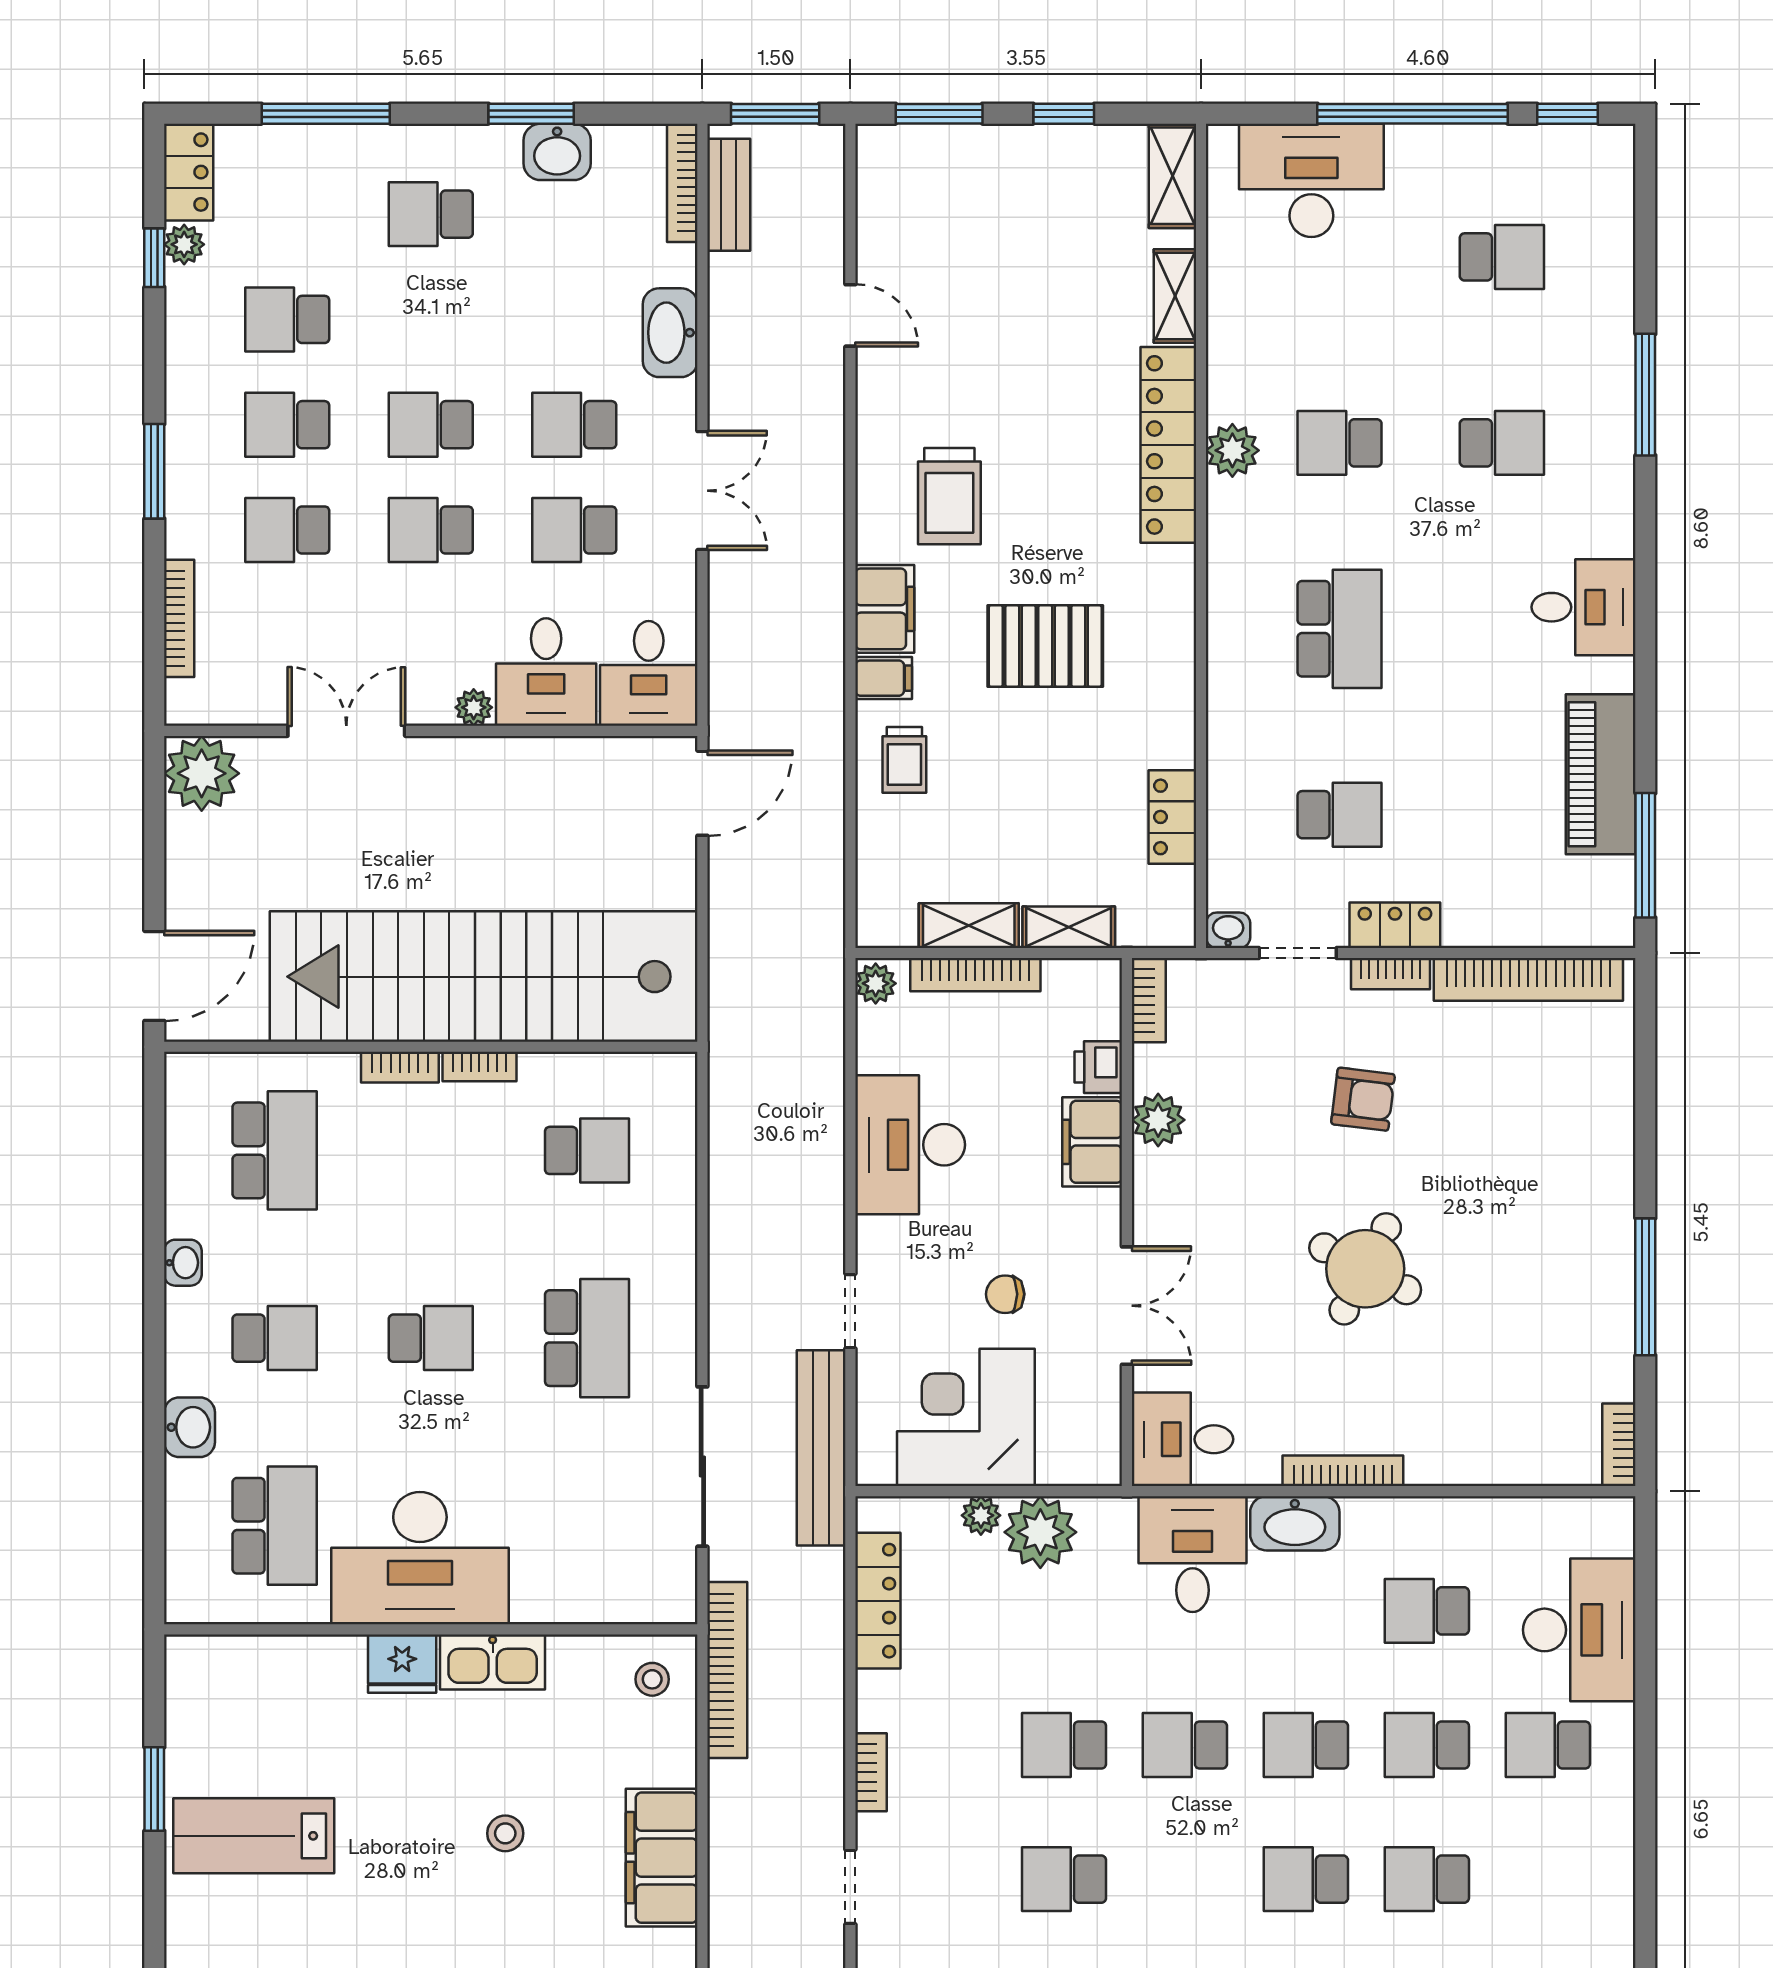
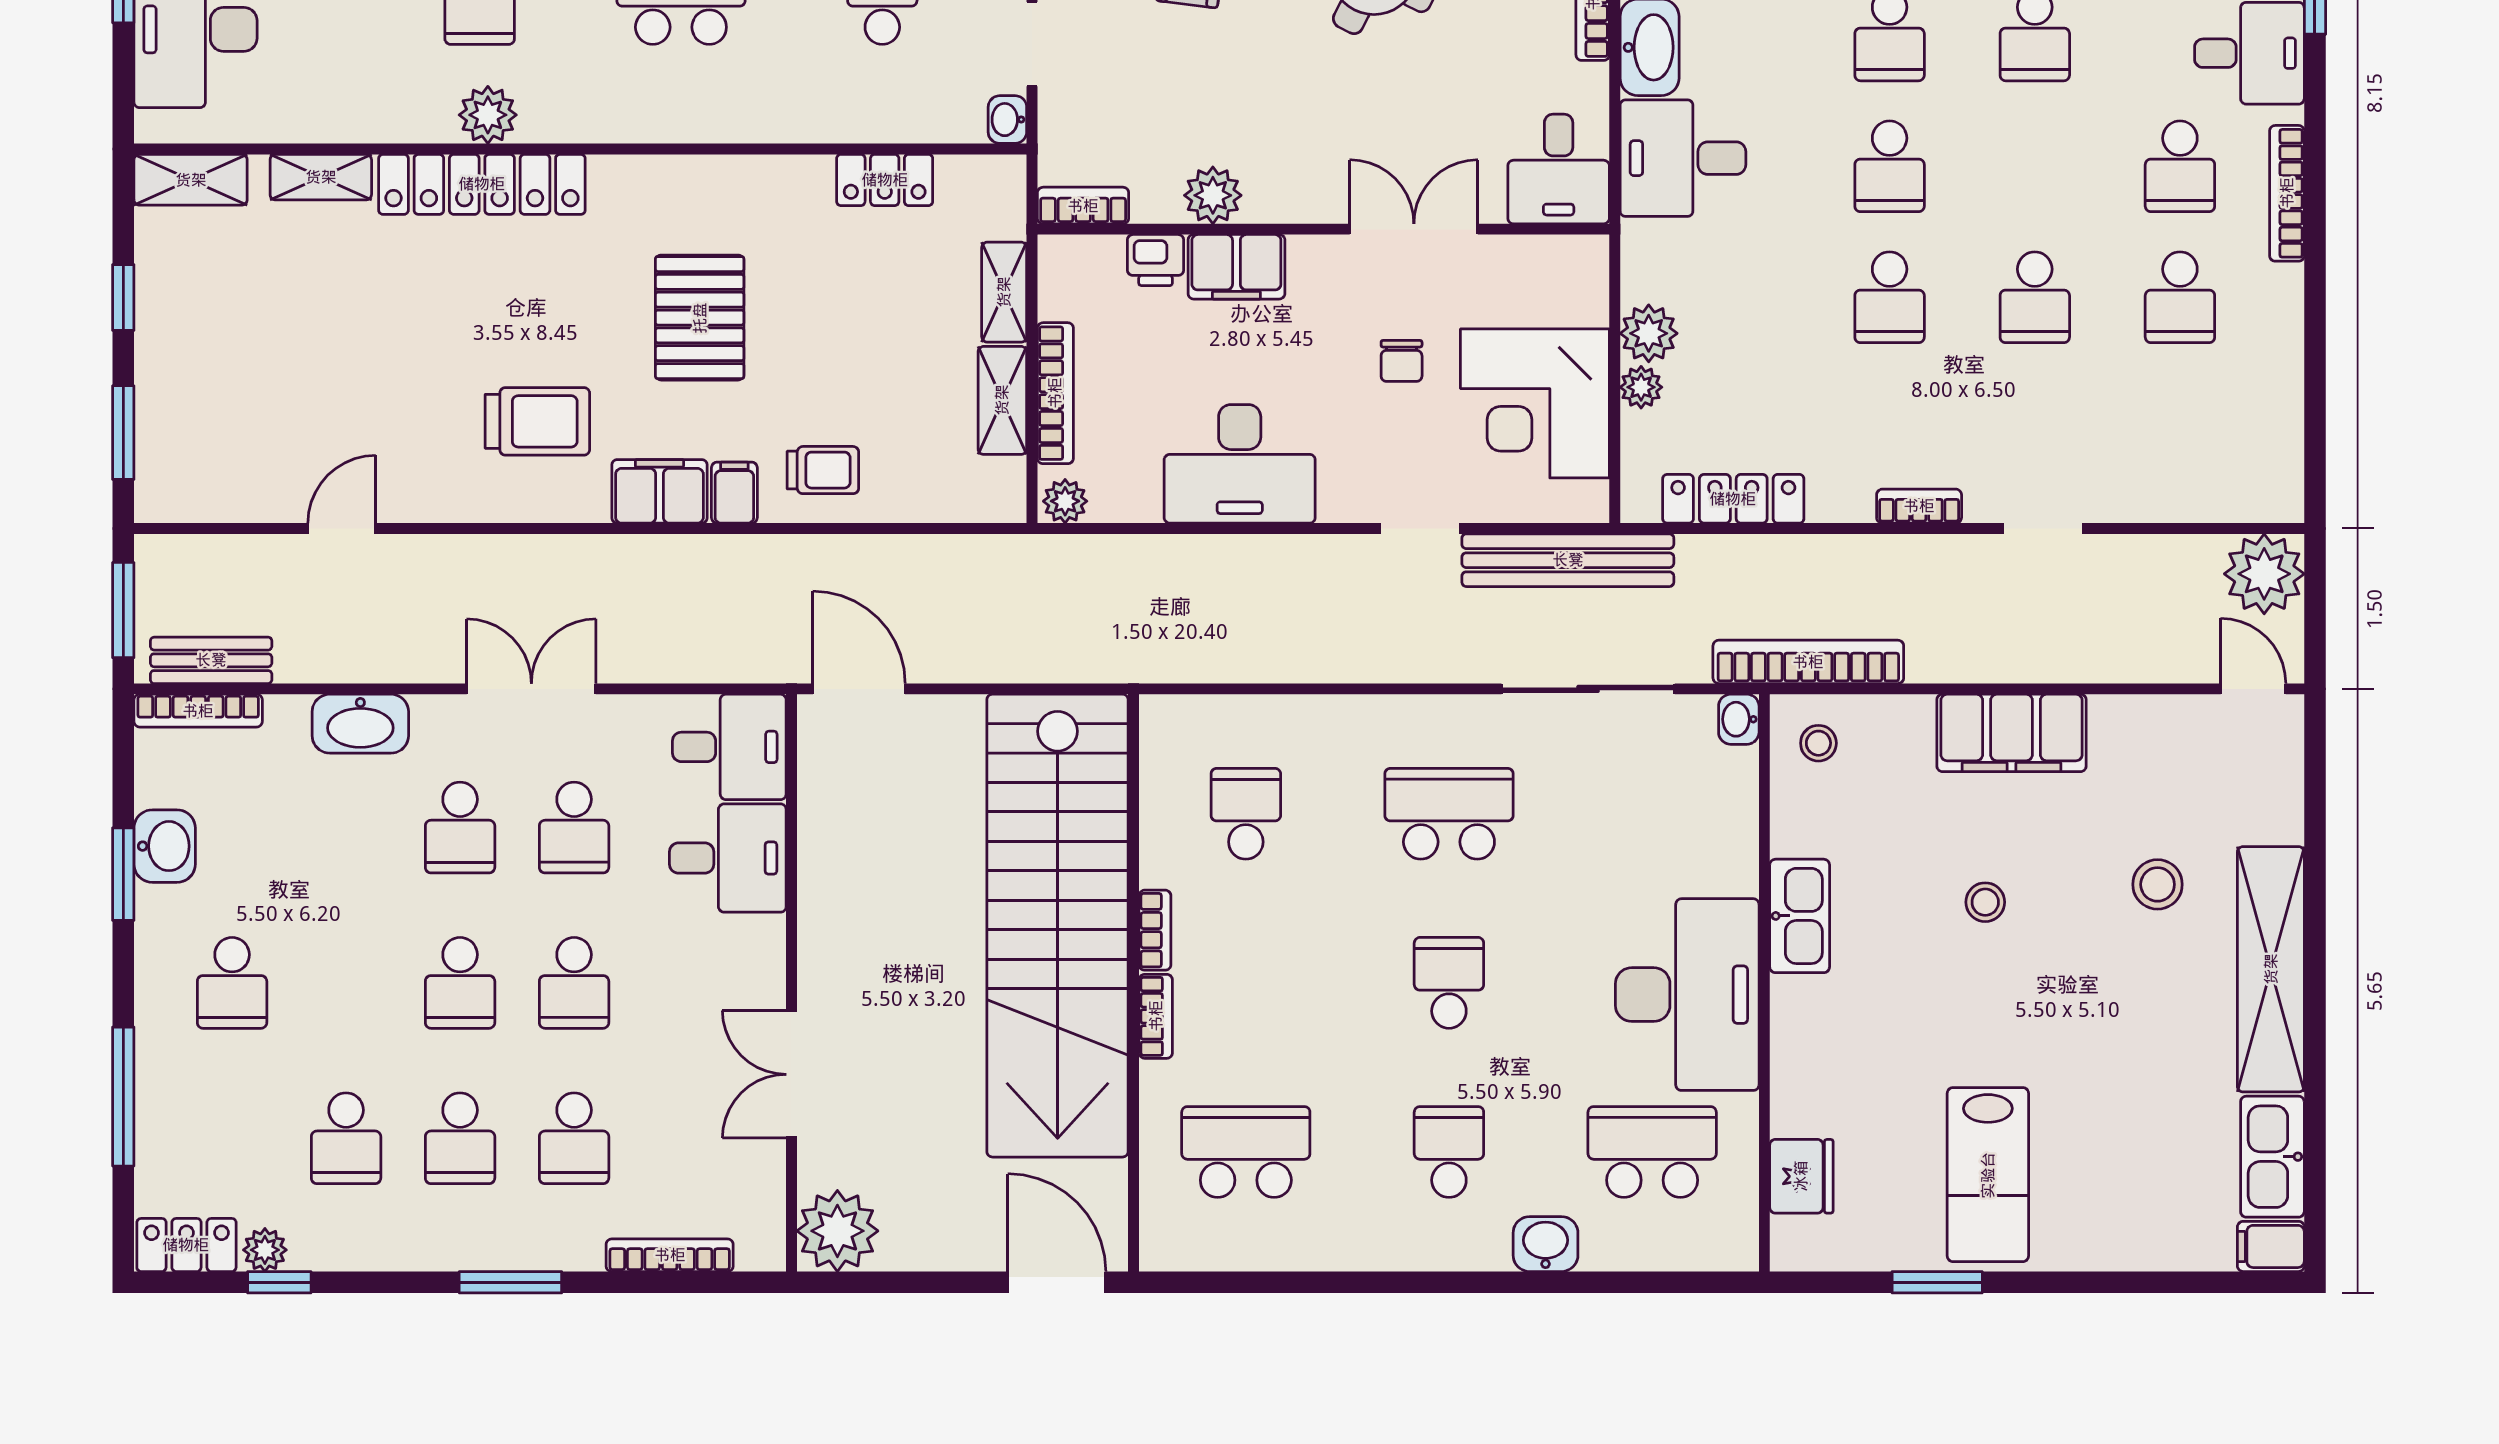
plant: (474, 707) -> (766, 936), removed
washbasin: (183, 1263) -> (1739, 719), moved, turned -90
plant: (1040, 1532) -> (1649, 333), width x0.73, depth x0.73
fridge: (402, 1664) -> (1801, 1176), moved

